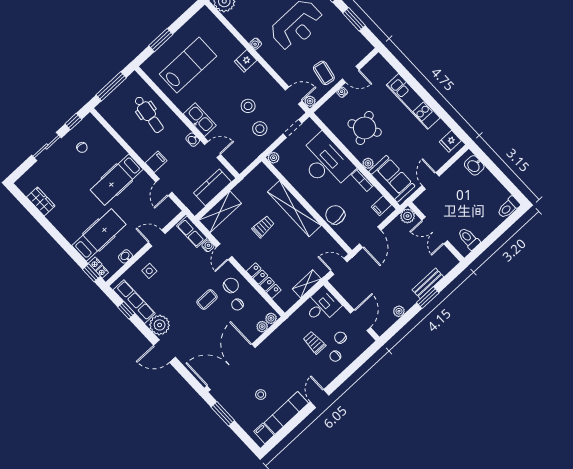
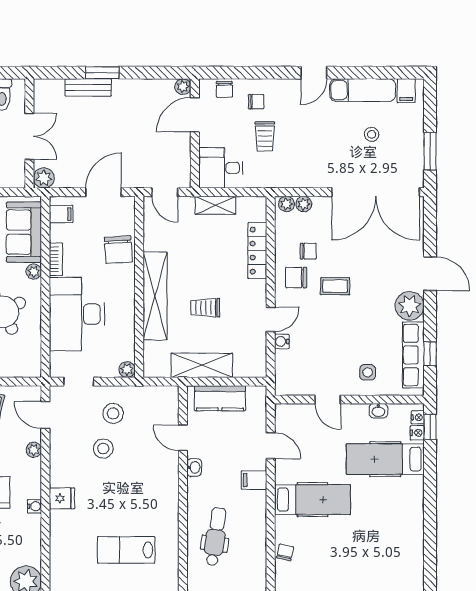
lab bench: (188, 65) -> (126, 550), width x0.73, depth x0.72
plant: (310, 101) -> (34, 450), moved
kitchen sink: (200, 120) -> (167, 481), removed
chair: (82, 147) -> (285, 552), moved
door: (164, 187) -> (271, 446), hinge flipped
wardrobe: (41, 201) -> (413, 551), removed
shelving: (220, 212) -> (202, 365), moved
row of seats: (192, 232) -> (285, 372), removed
plant: (399, 311) -> (183, 87), moved
chair: (340, 338) -> (224, 89), moved

